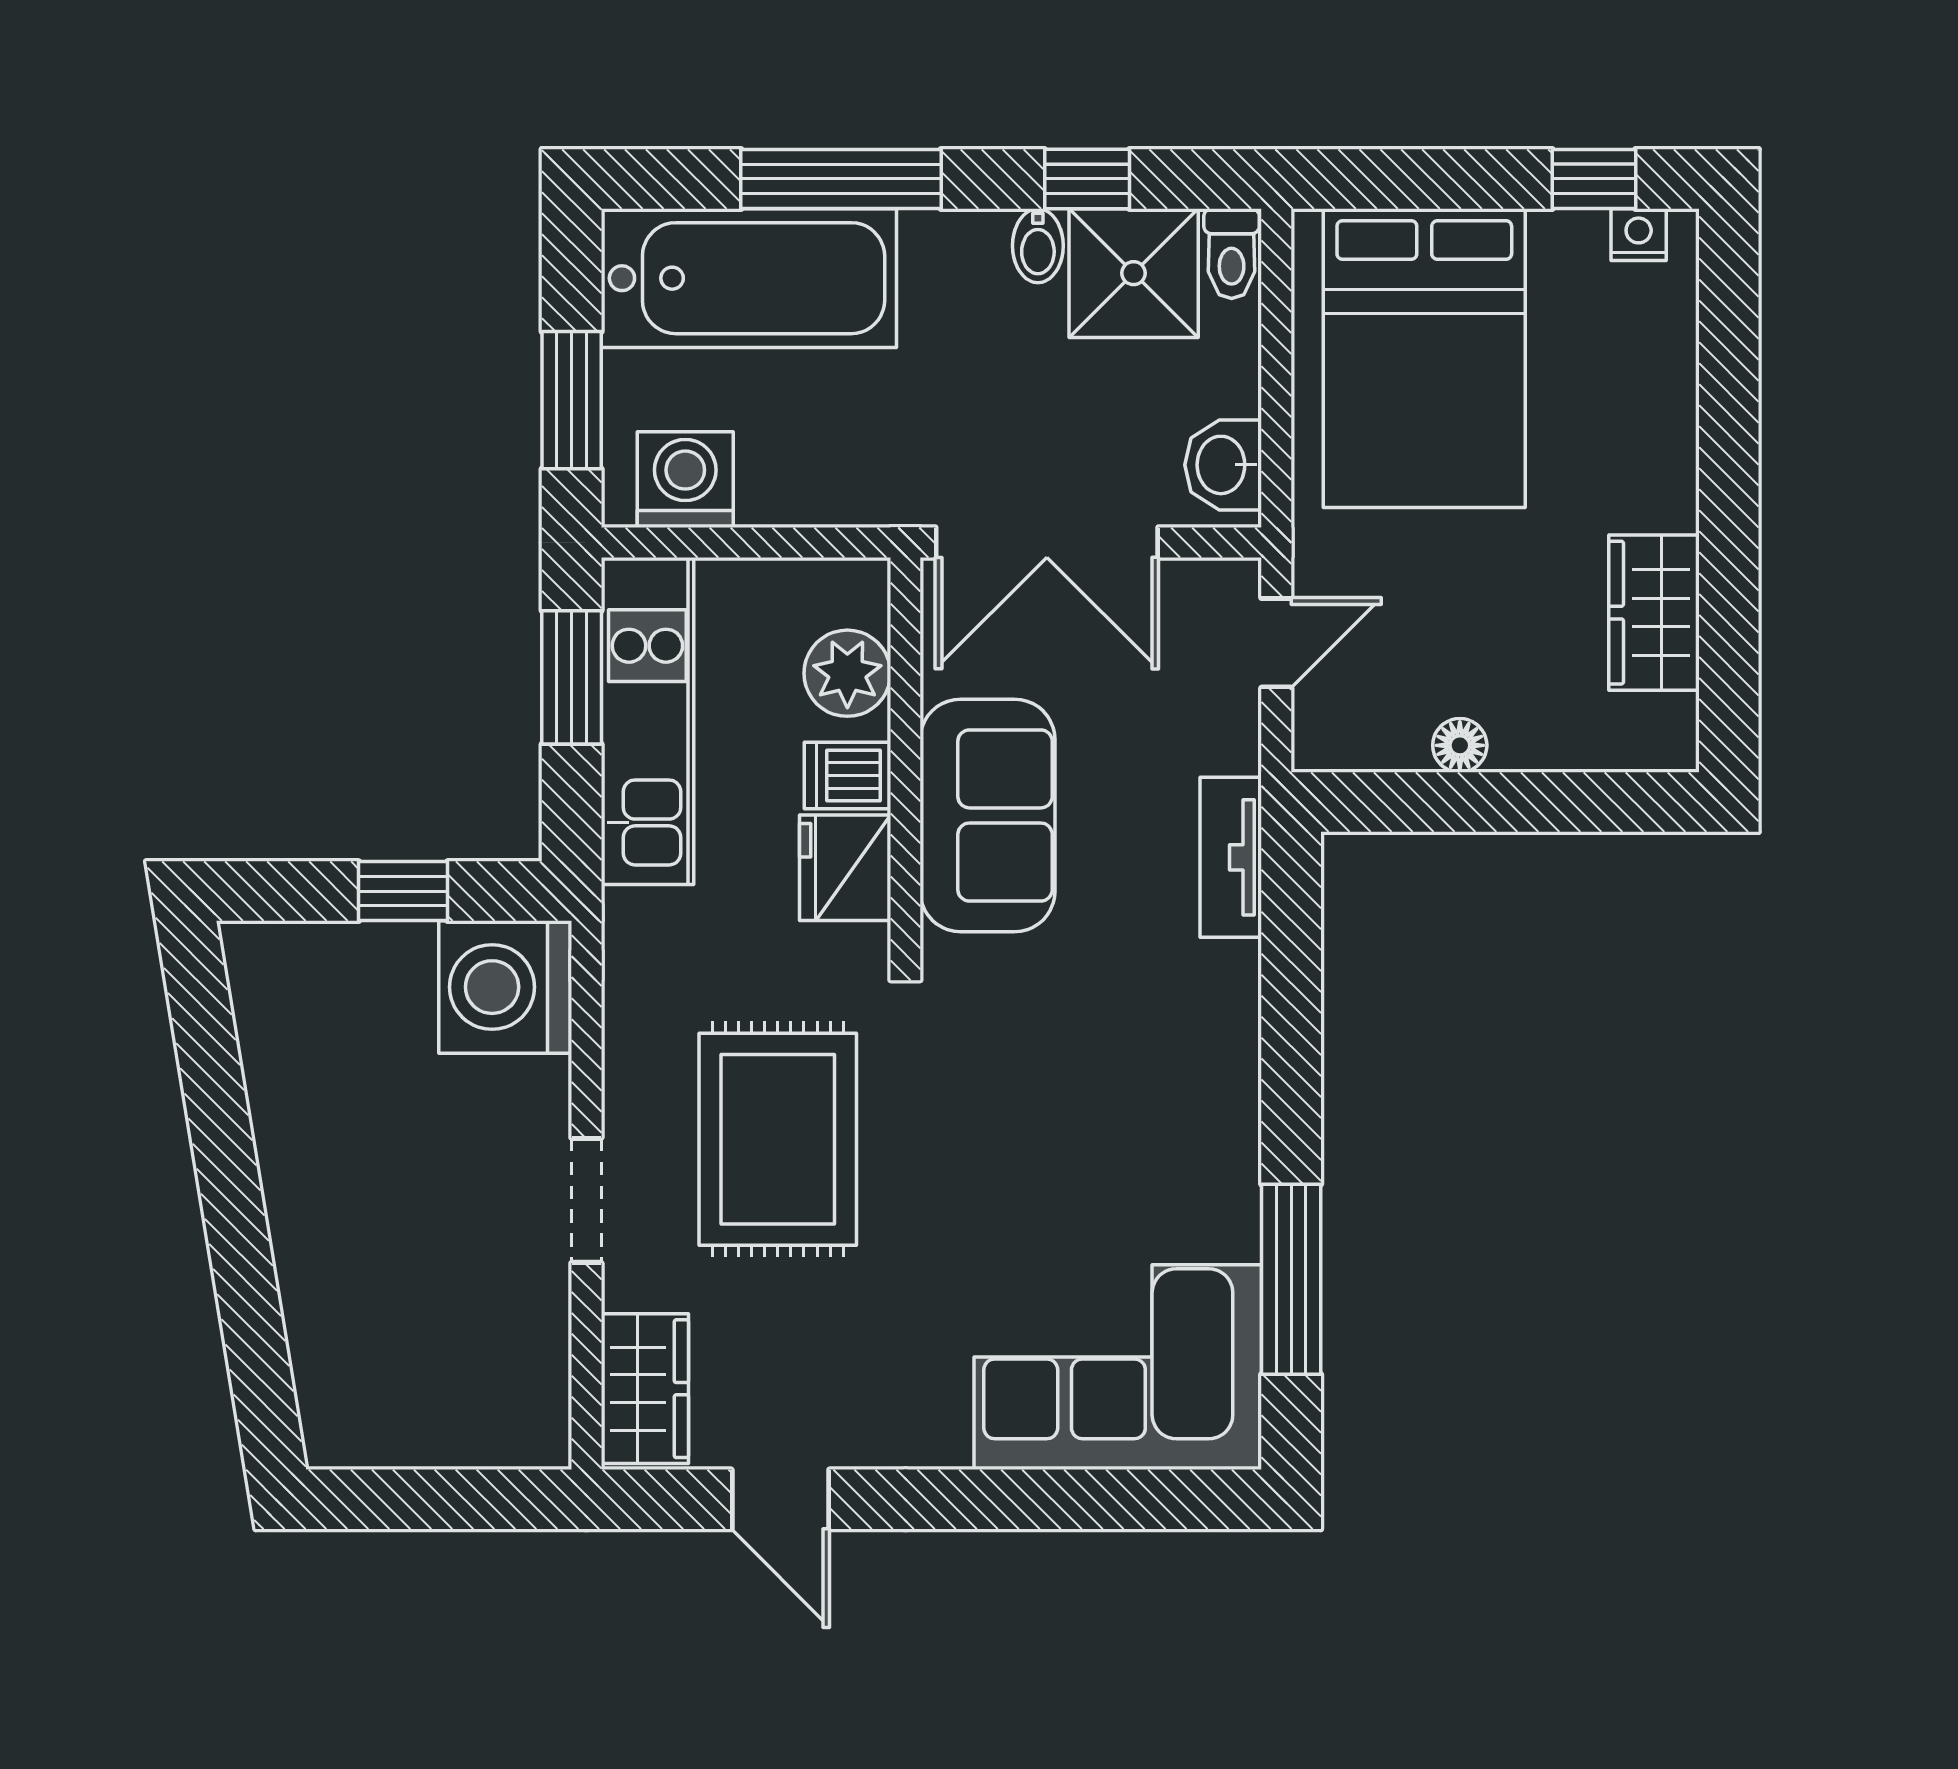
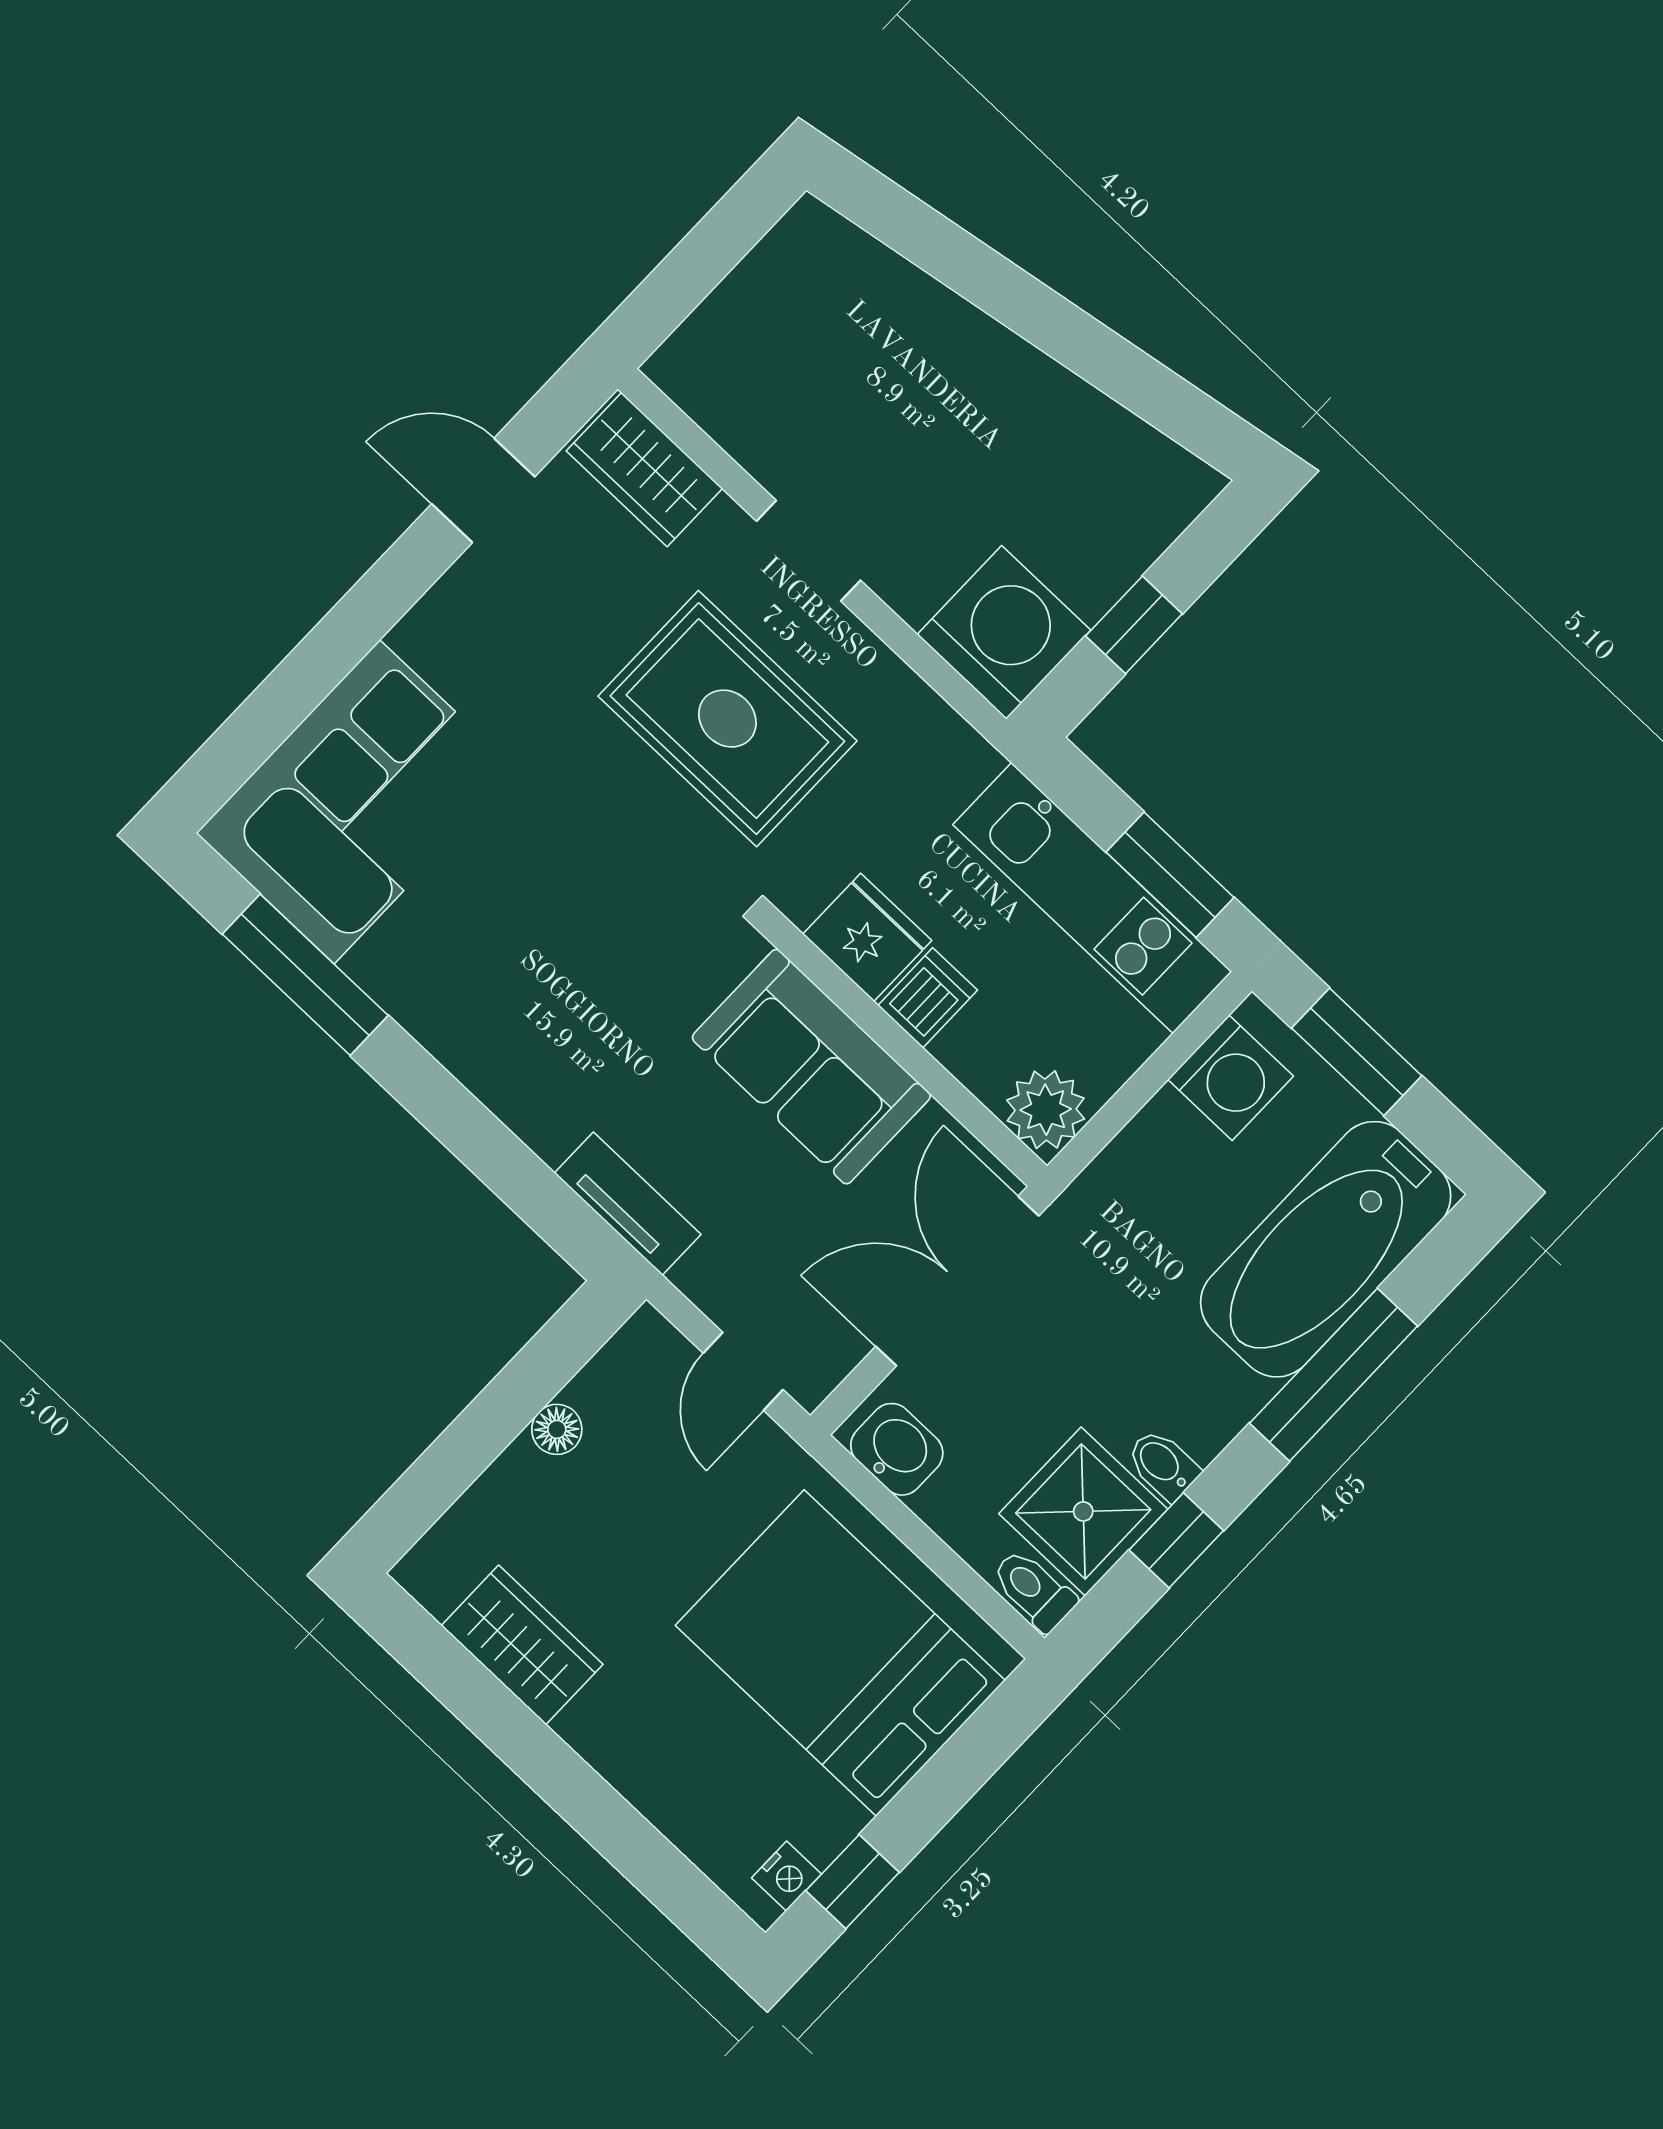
plant: (847, 673) -> (1046, 1110), moved

